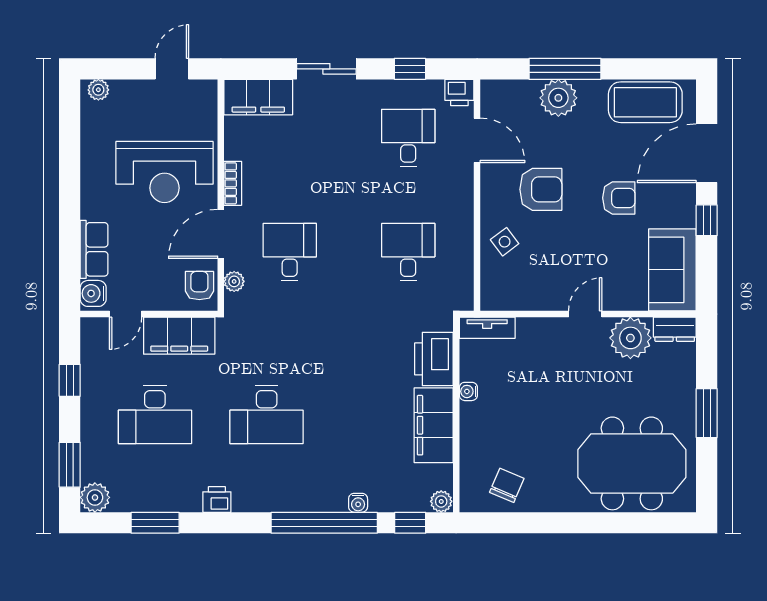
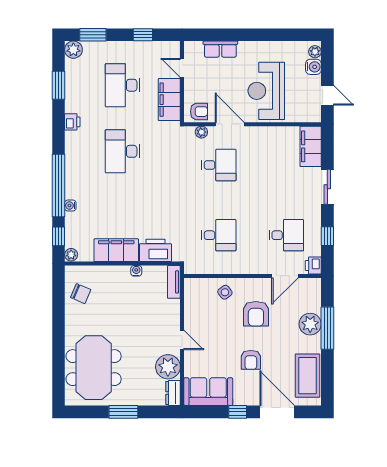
bookcase: (233, 183) -> (259, 131), removed
water cooler: (93, 293) -> (313, 67), moved, turned 90

